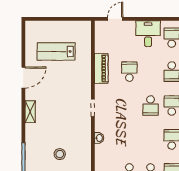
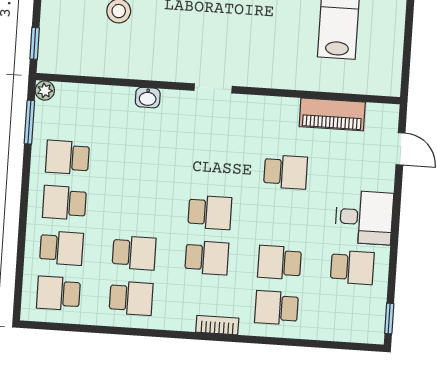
piano: (101, 68) -> (332, 114), moved
school desk: (151, 106) -> (210, 212), turned 180

